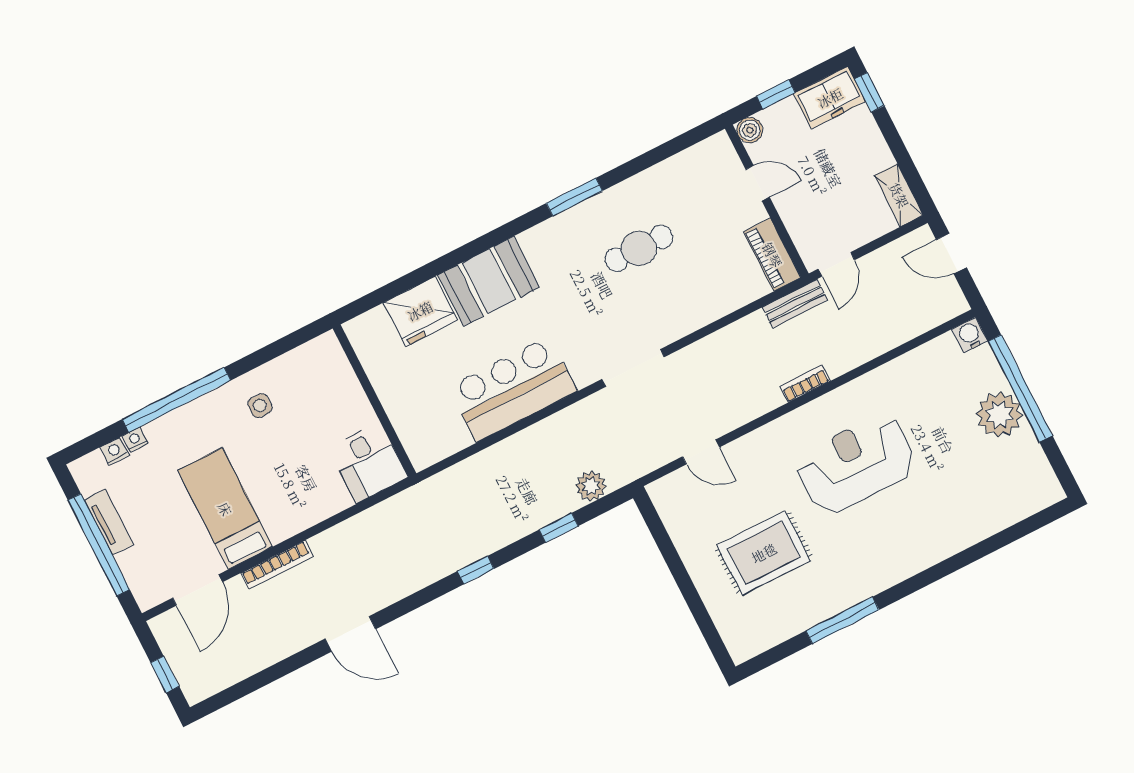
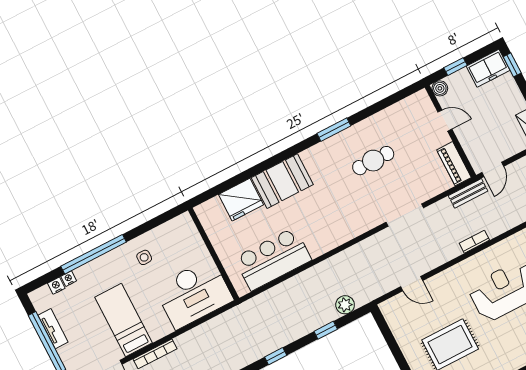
doorway: (633, 368) -> (405, 215), moved
bar counter: (513, 389) -> (273, 259), moved
desk: (368, 463) -> (194, 294), width x1.87, depth x1.30

